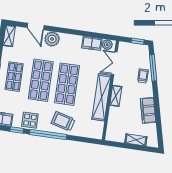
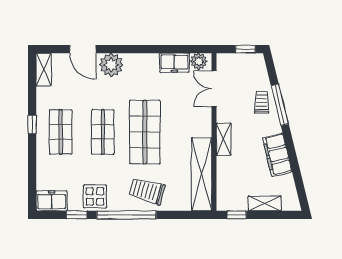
window: (153, 68) -> (280, 105), moved
shop shelf: (41, 80) -> (103, 132), width x0.70, depth x0.74
shelving: (101, 97) -> (202, 174), moved
window: (117, 144) -> (237, 215), added

